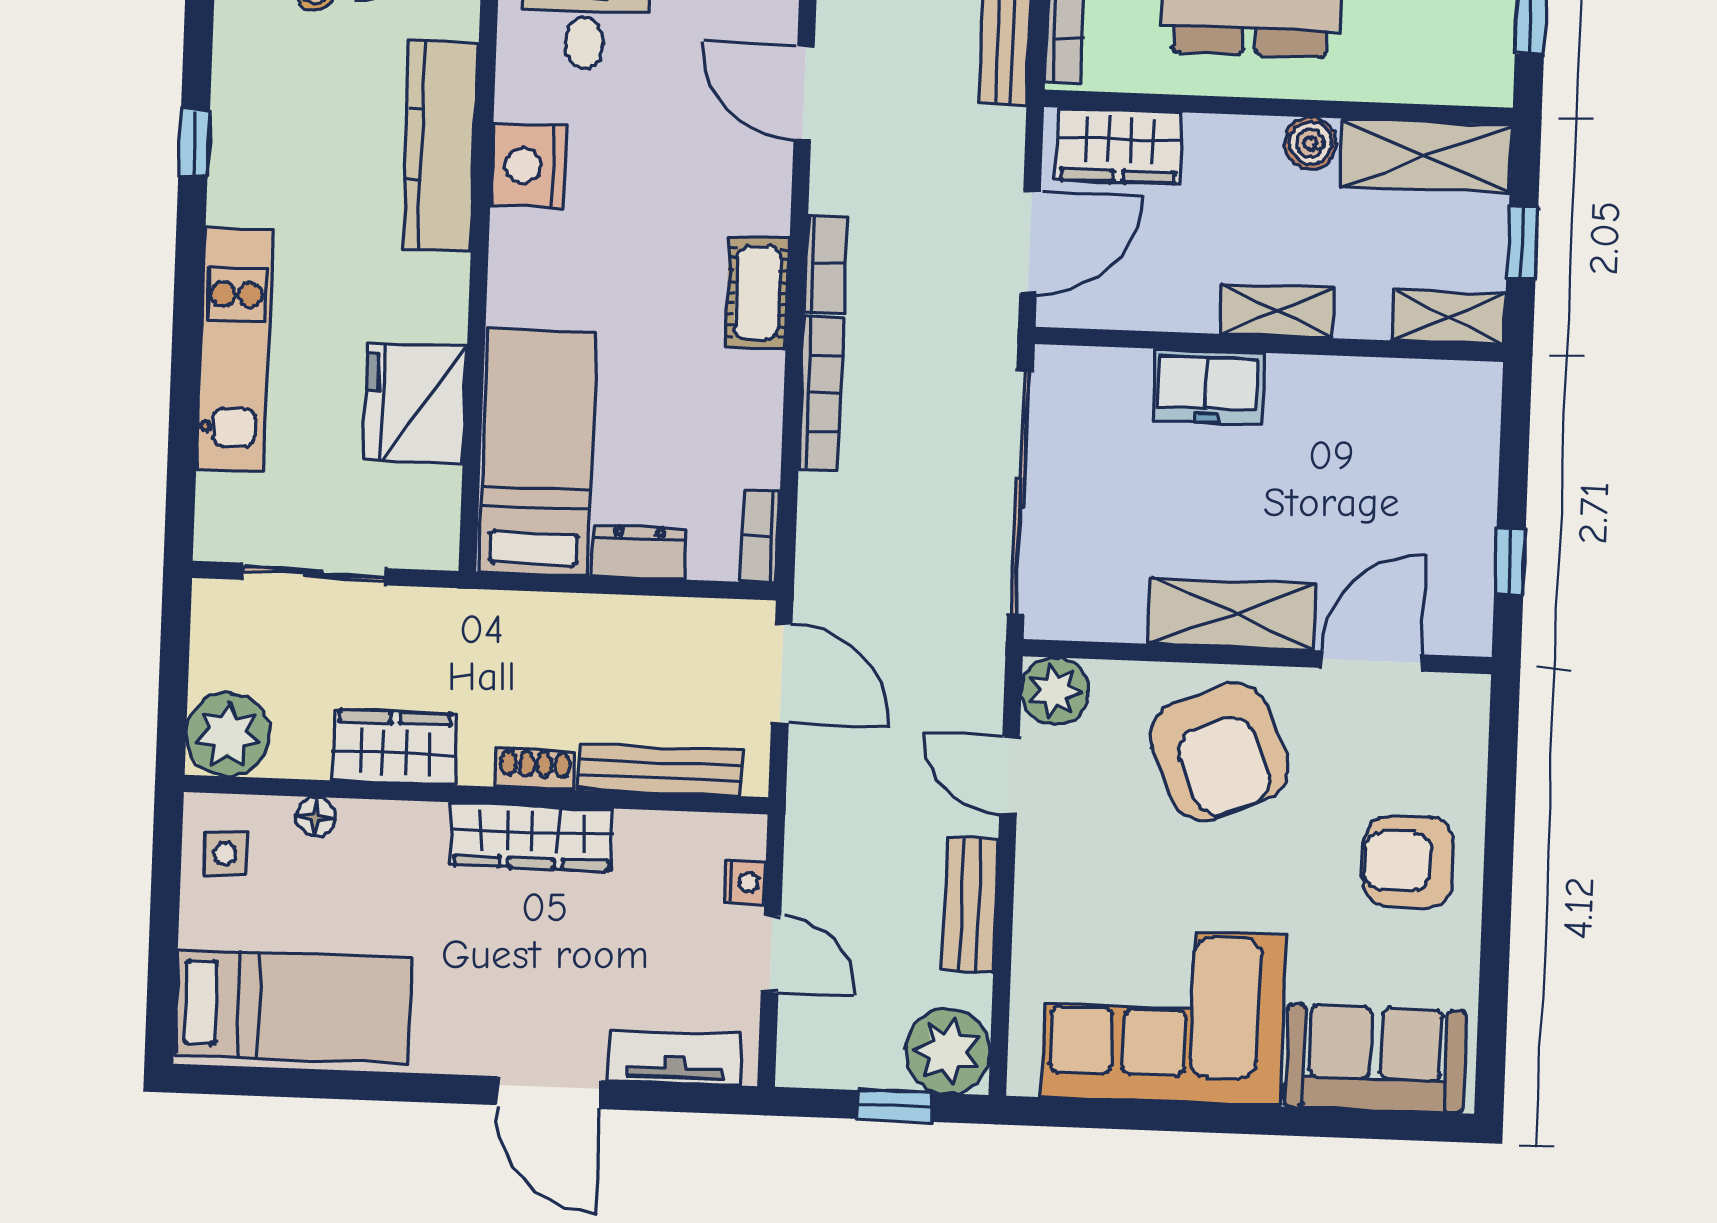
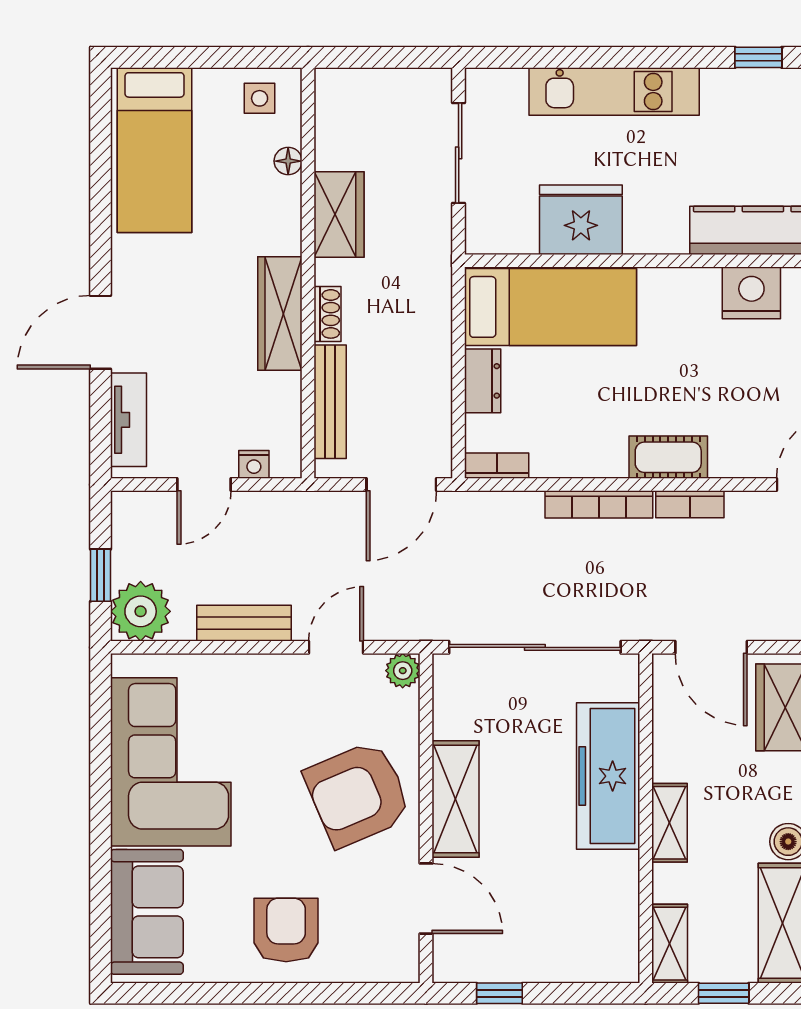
freezer: (1208, 386) -> (608, 776), width x1.91, depth x1.26
plant: (1055, 691) -> (403, 671), width x0.73, depth x0.73
plant: (228, 734) -> (344, 97), removed

